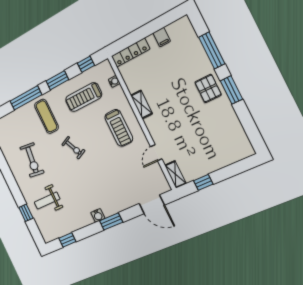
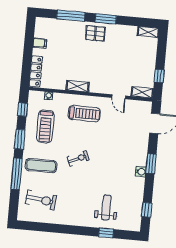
shelving: (245, 144) -> (148, 32), added
exercise bike: (32, 160) -> (41, 200), moved
weight bench: (47, 201) -> (106, 207), turned 180

